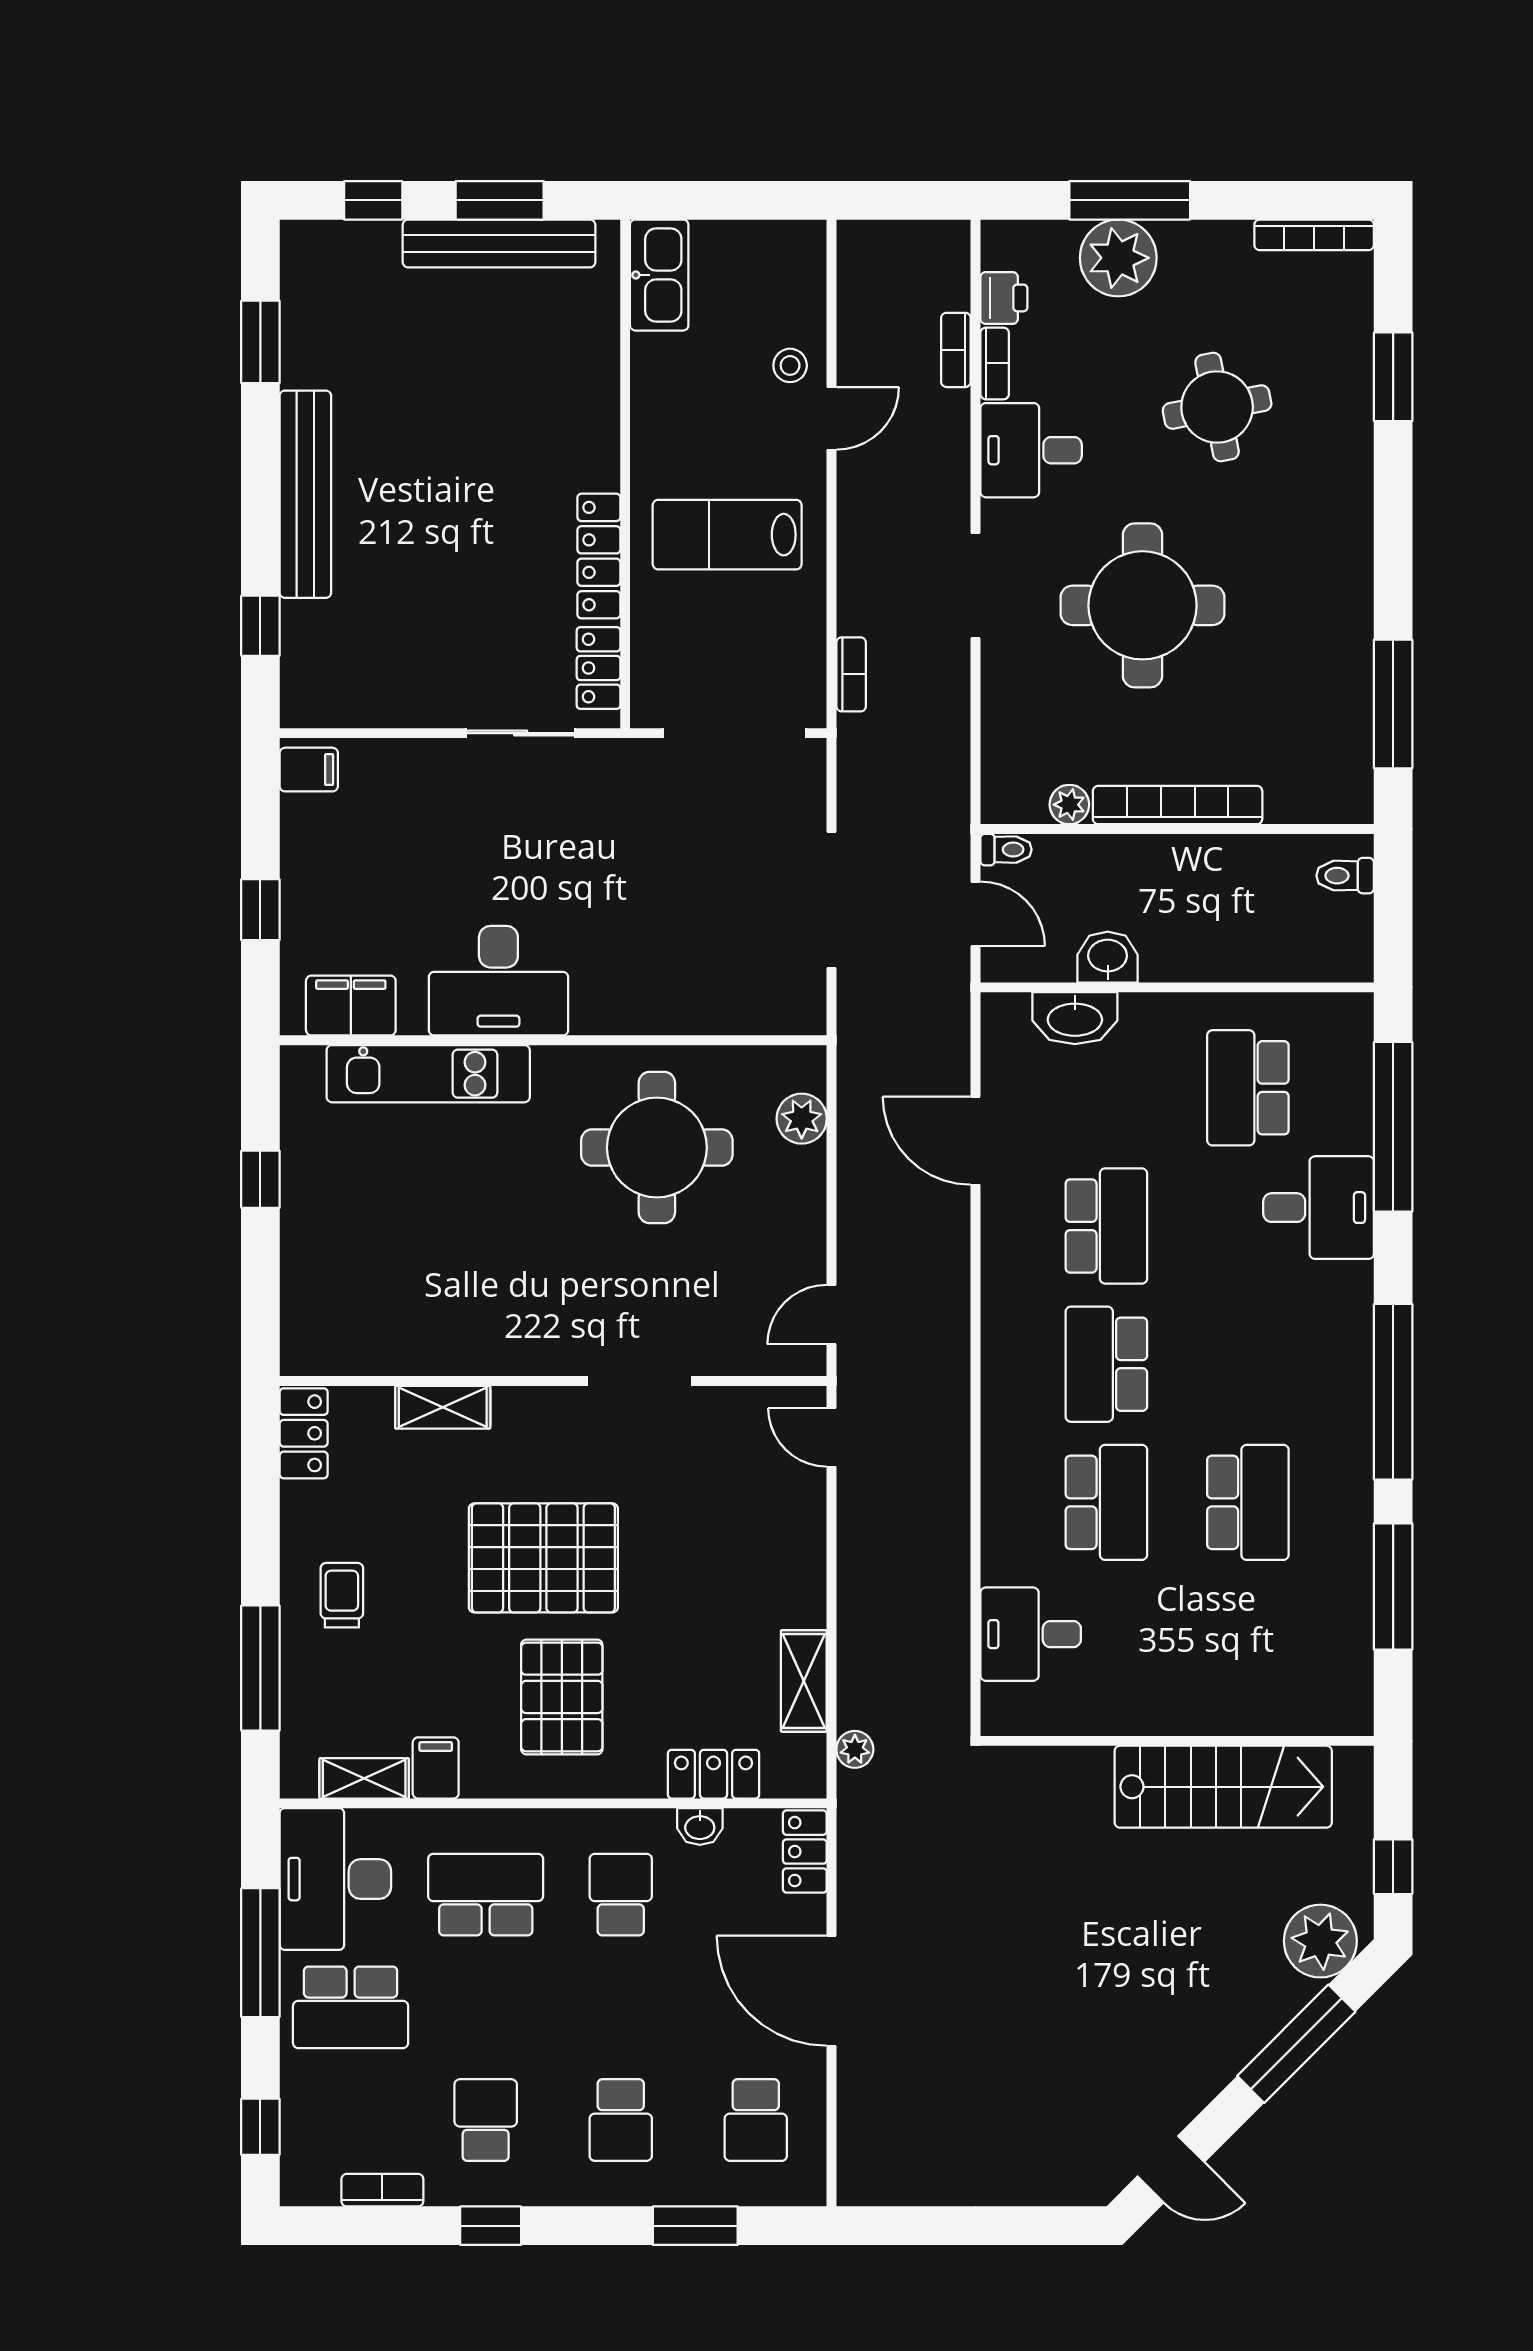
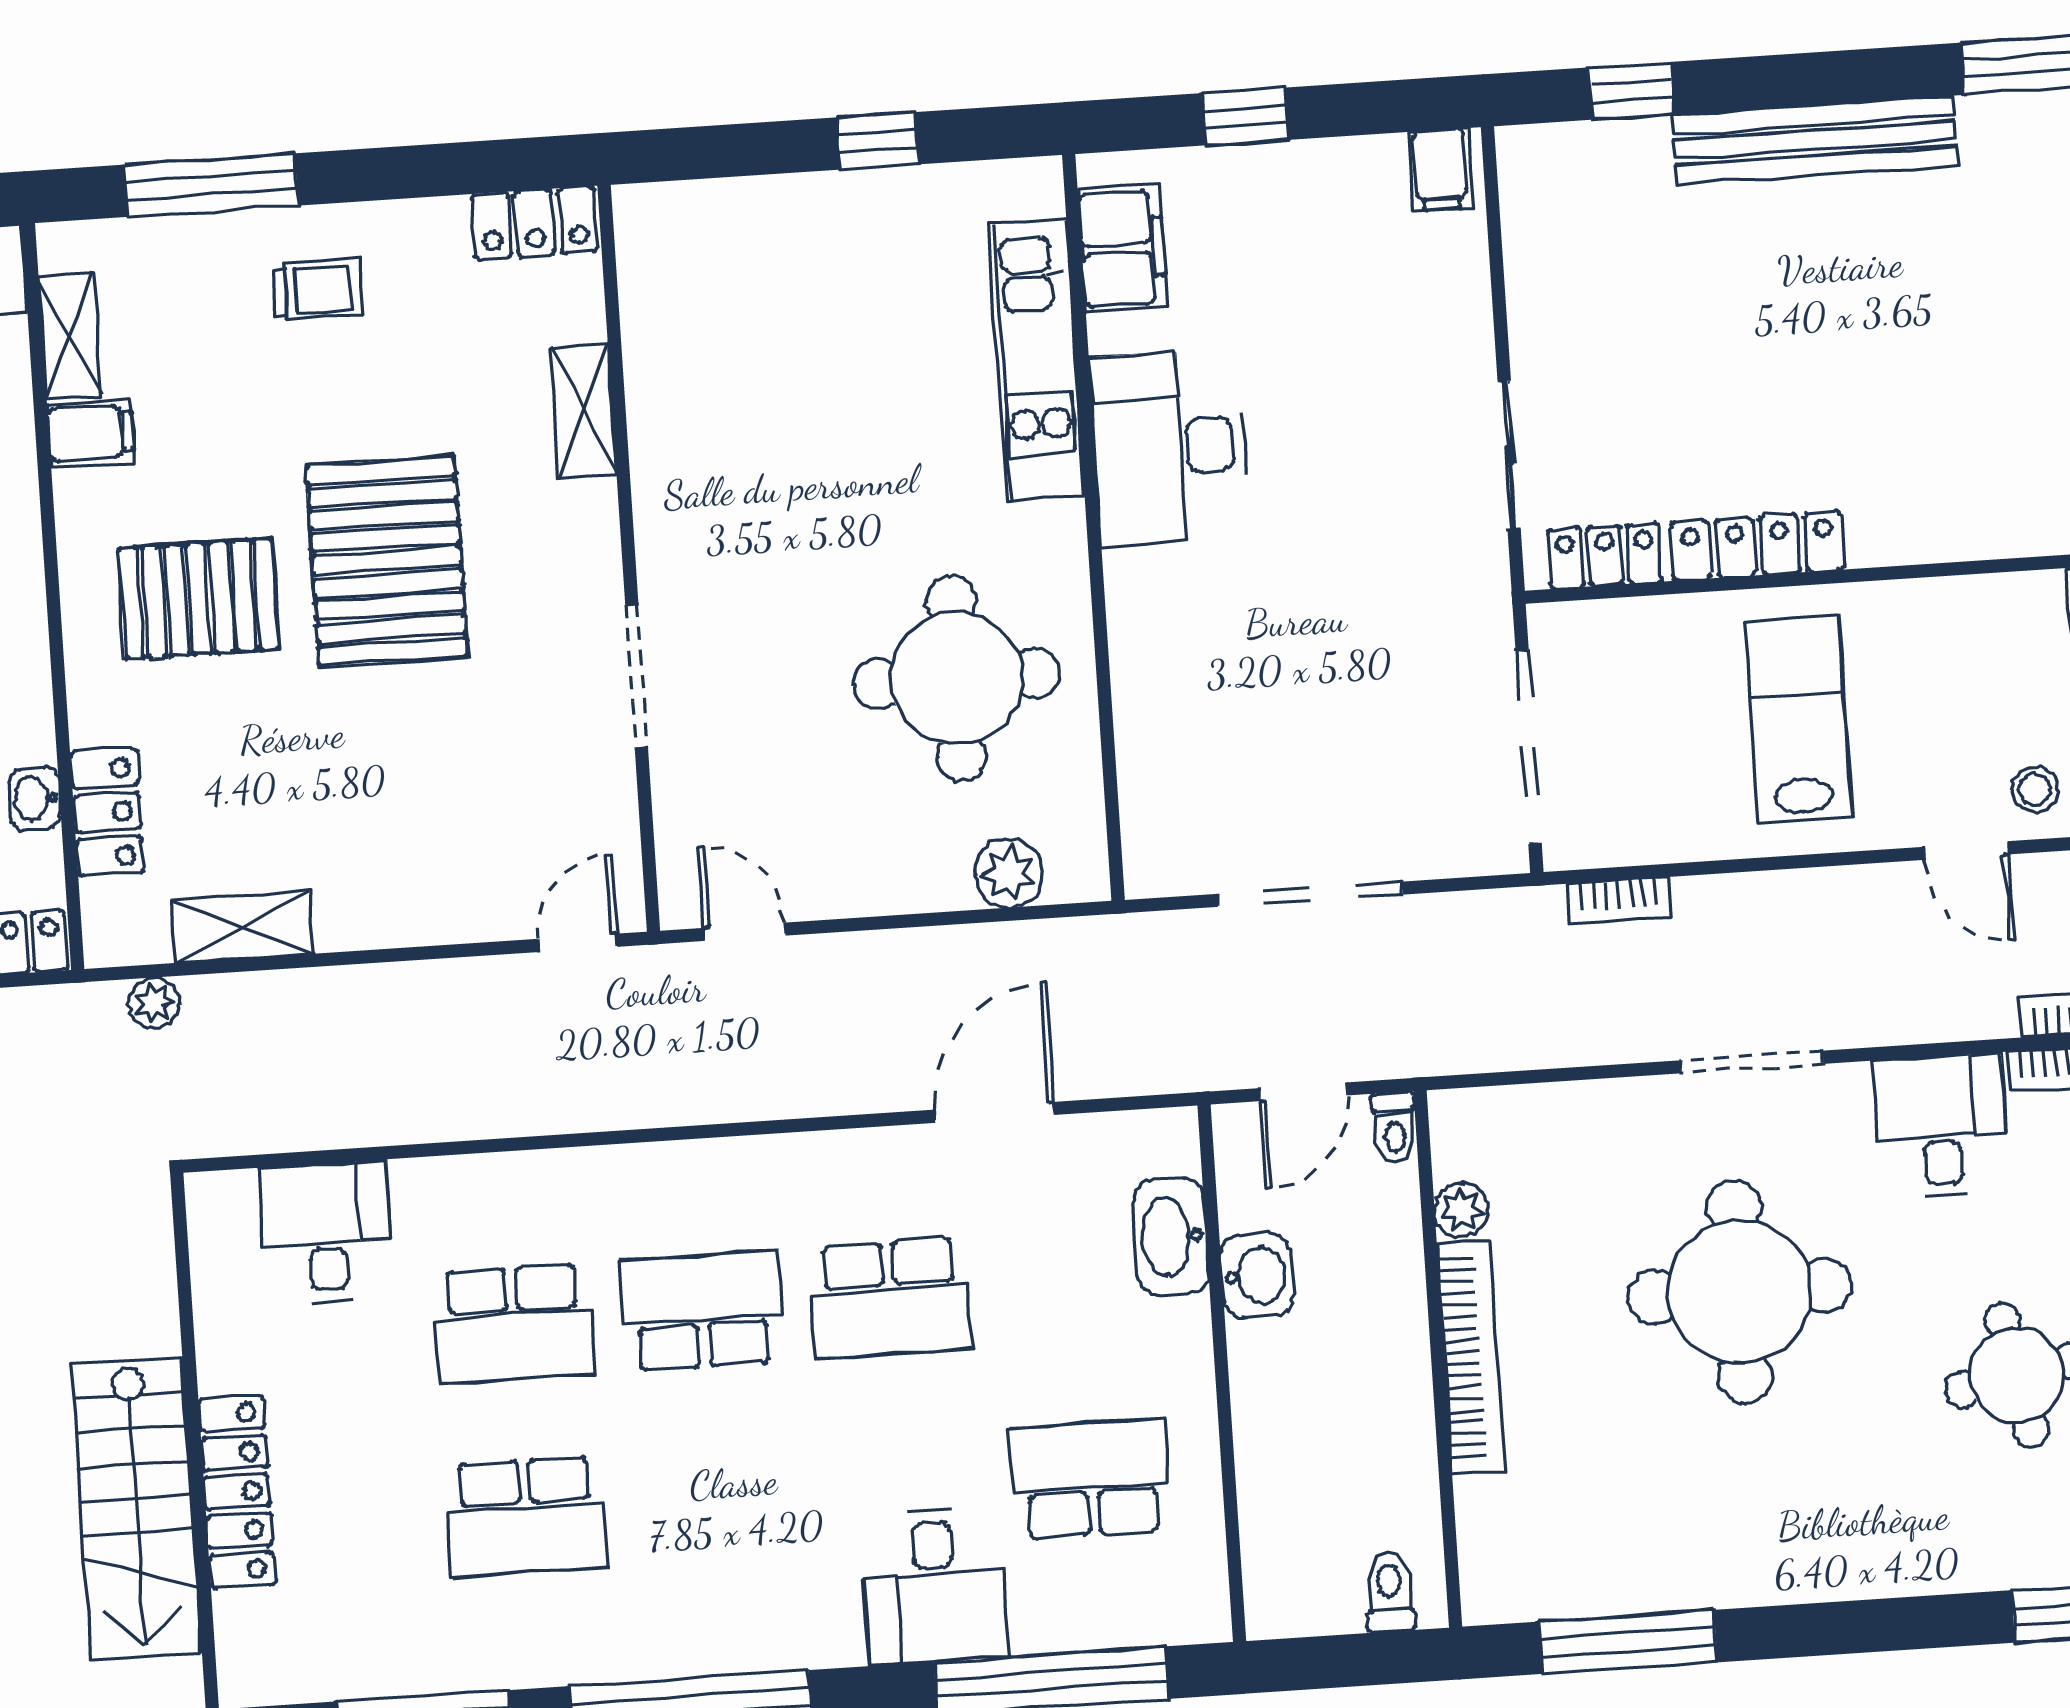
locker: (1216, 1712) -> (237, 1492), added

